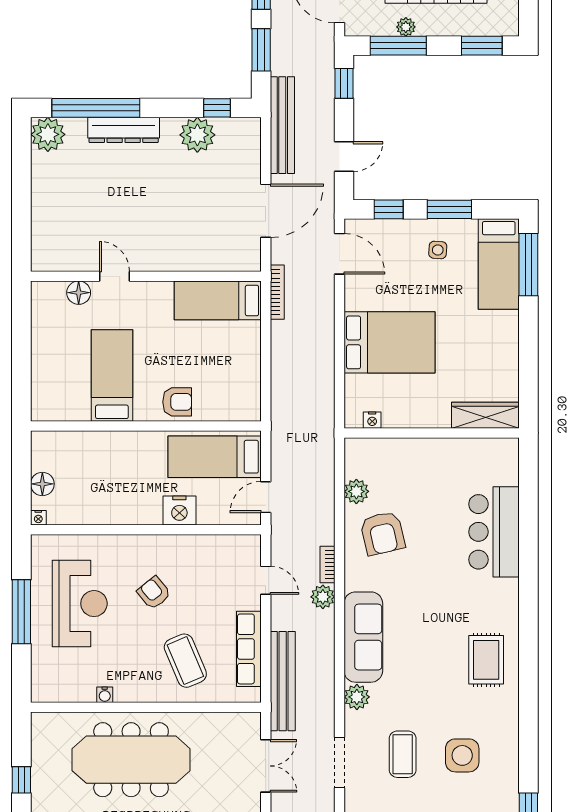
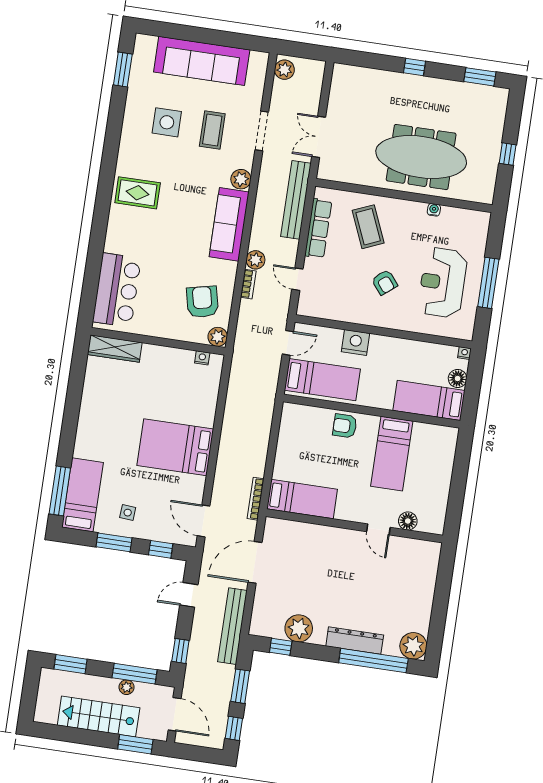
wardrobe: (485, 415) -> (115, 349), moved
nightstand: (372, 420) -> (202, 358), moved
wall: (432, 433) -> (158, 341), moved
bed: (75, 450) -> (429, 400), added
rug: (486, 660) -> (138, 193), turned 90

